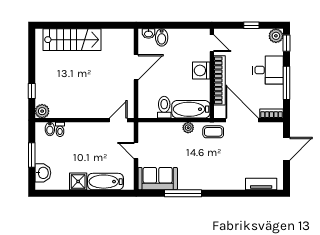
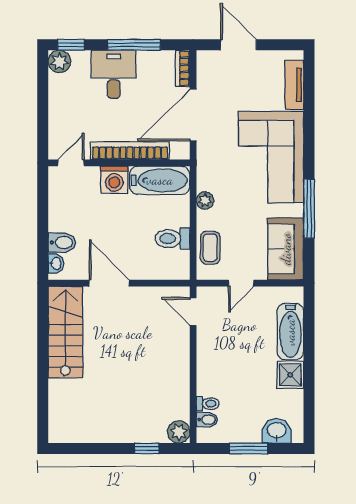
window: (251, 25) -> (43, 100), removed
stairs: (72, 40) -> (65, 332), moved
bathtub: (191, 109) -> (160, 180), moved, turned -90
coffee table: (213, 132) -> (210, 248), moved
corner sofa: (216, 169) -> (271, 157), added

